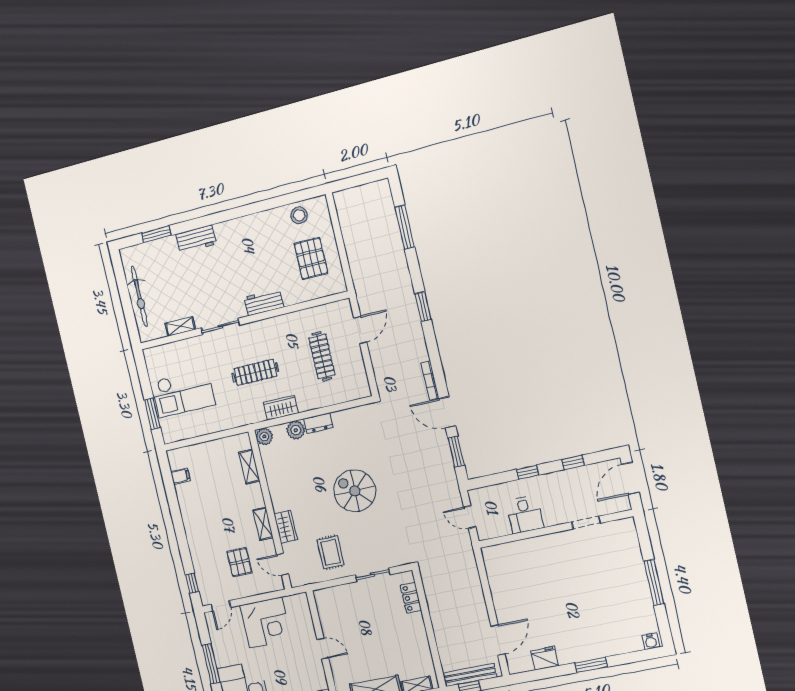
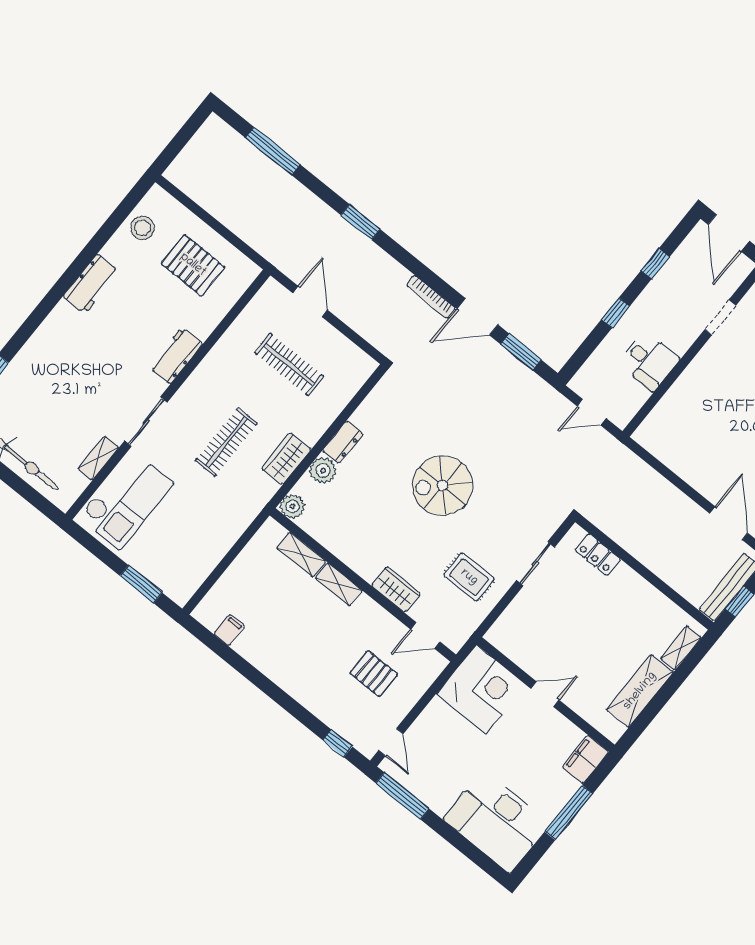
workbench: (196, 239) -> (91, 284), moved
checkout: (183, 393) -> (126, 500), moved
shelving: (263, 524) -> (339, 584), moved
corner desk: (266, 623) -> (481, 689), moved
window: (211, 664) -> (402, 796), moved

